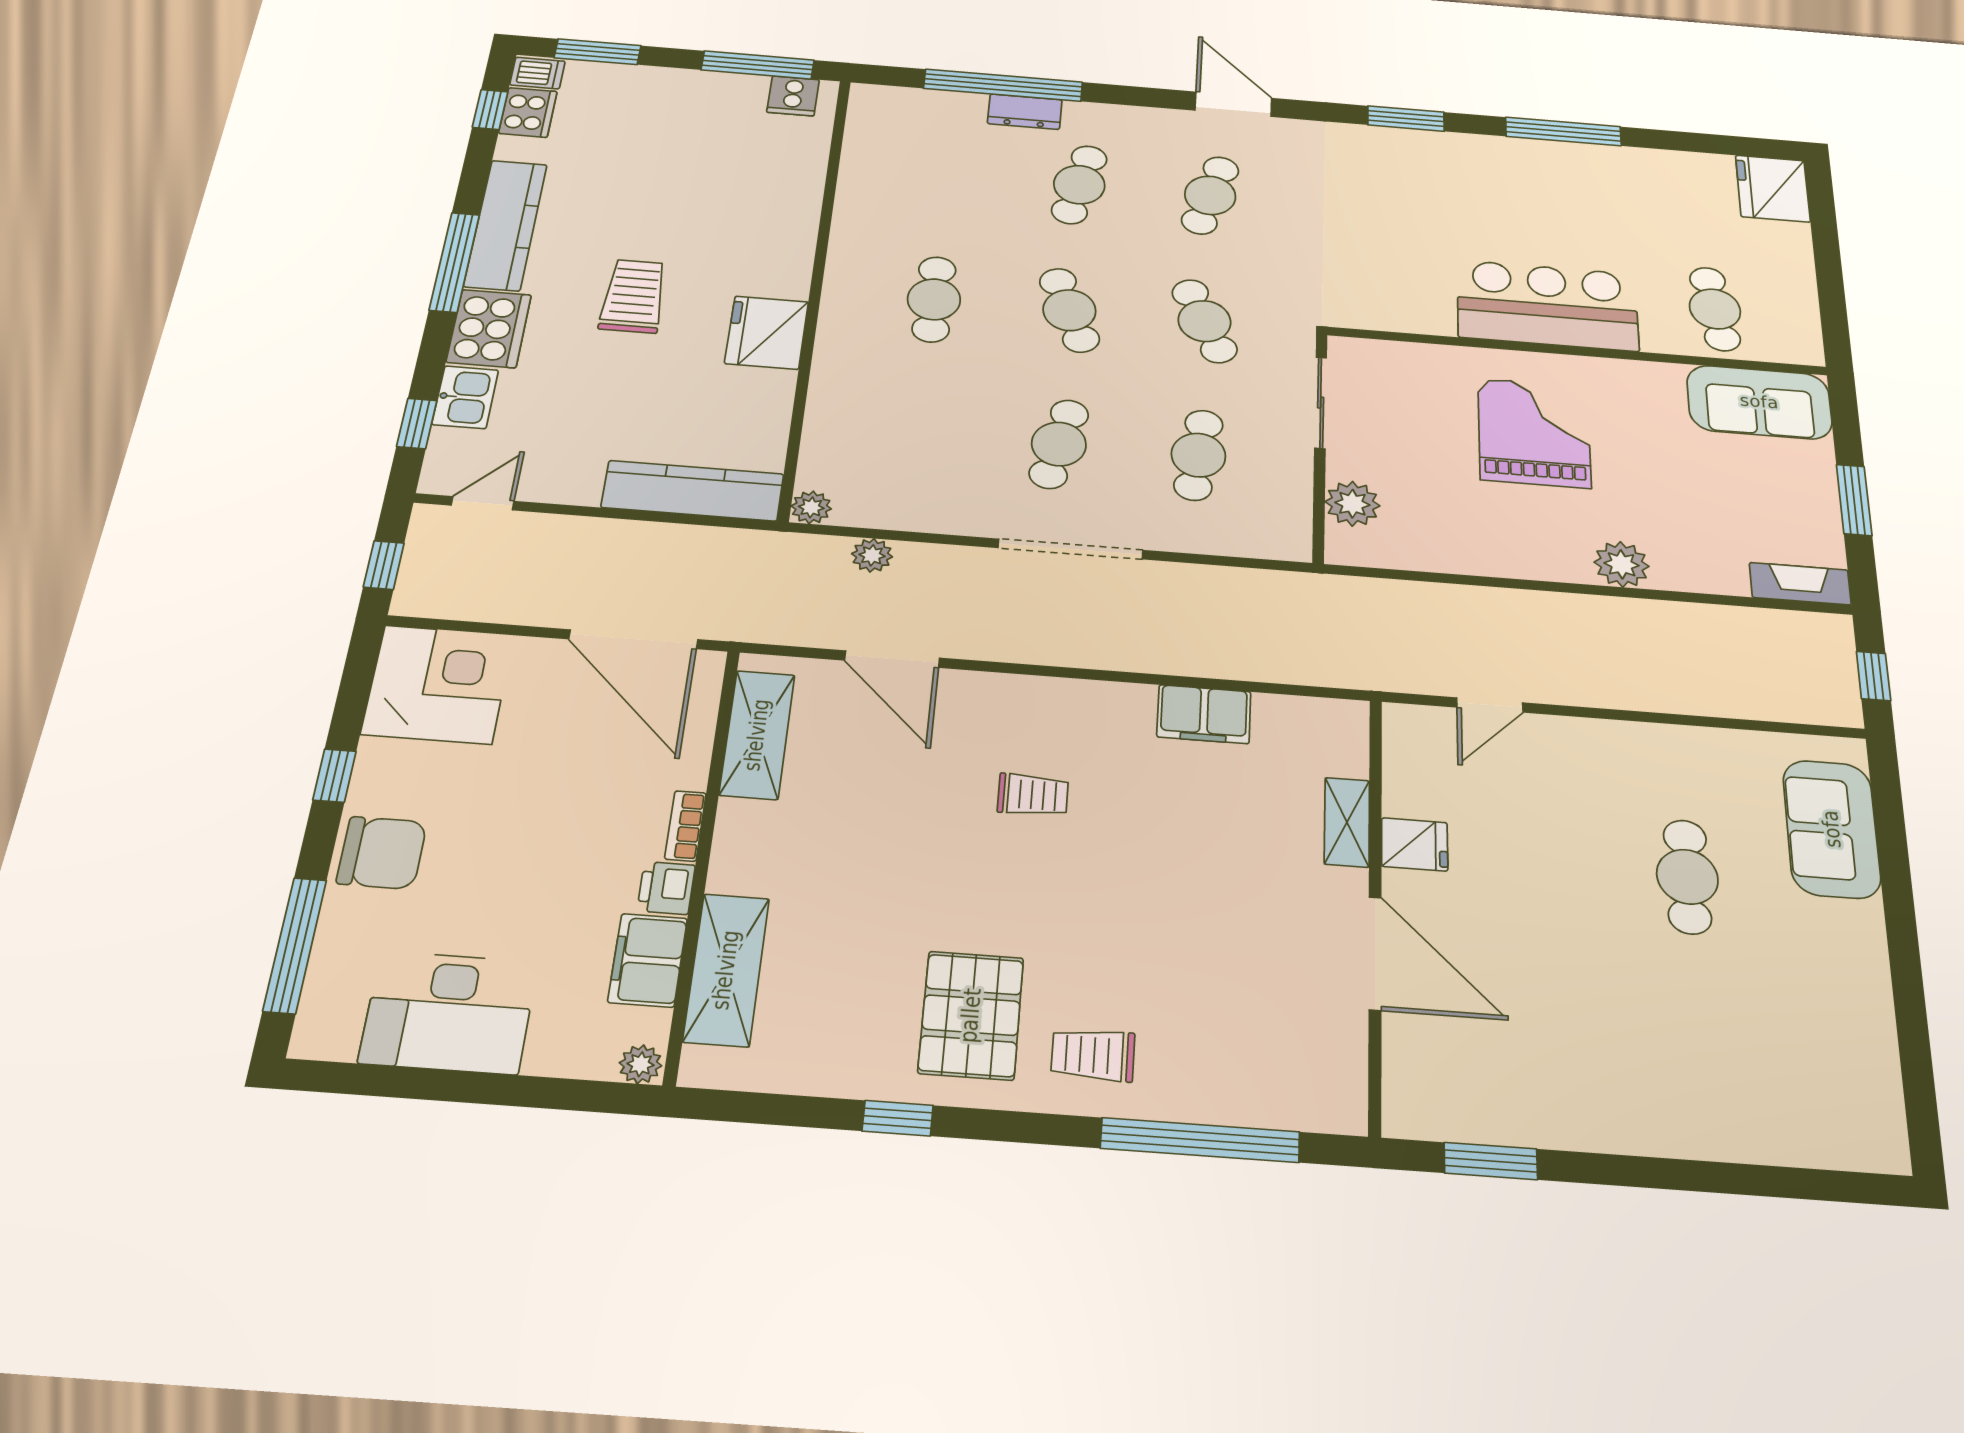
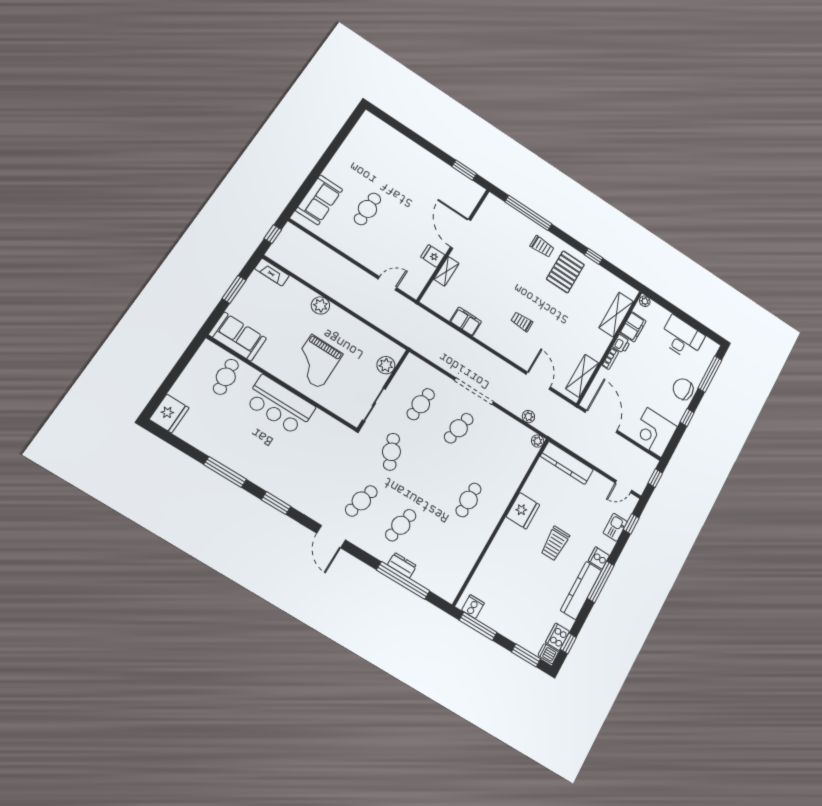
cafe table: (1069, 310) -> (430, 476), removed
cooker: (489, 329) -> (599, 558), width x0.53, depth x0.76

